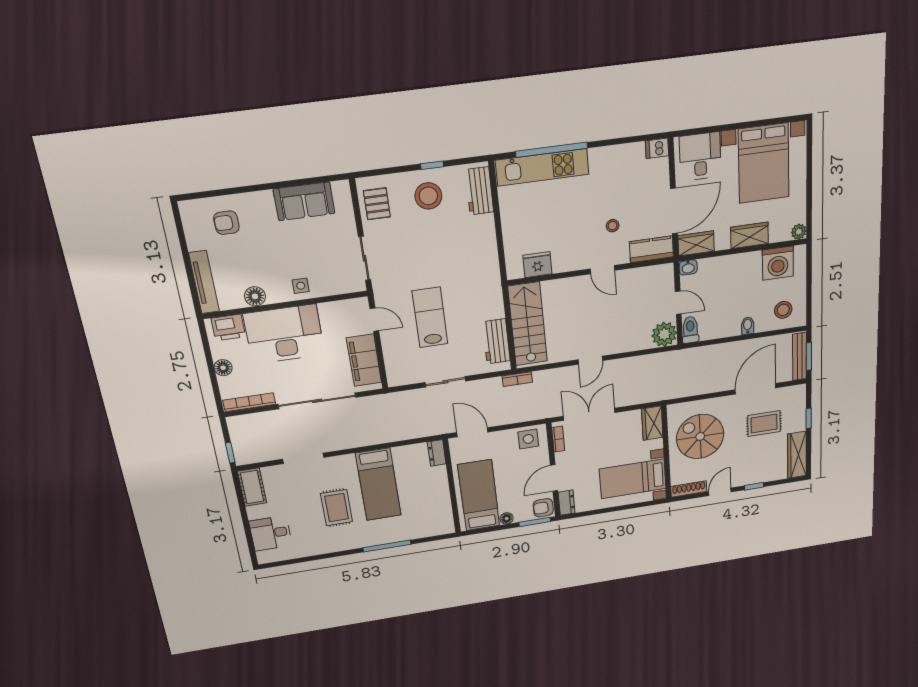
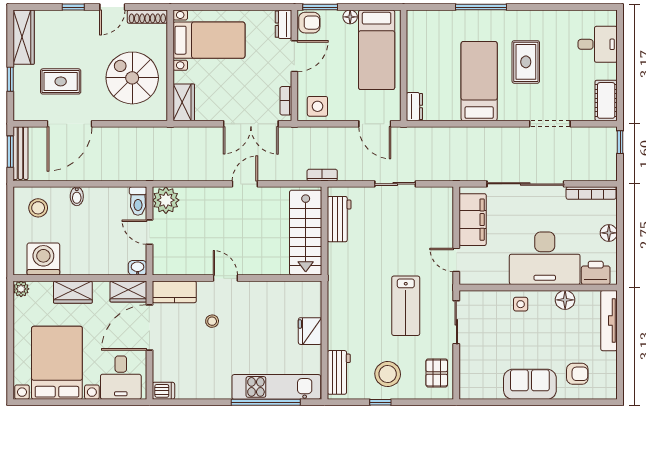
sofa: (304, 201) -> (530, 384), moved
fridge: (537, 265) -> (310, 331), moved, turned 90
lab bench: (430, 317) -> (406, 306), moved
spiral stairs: (700, 436) -> (132, 78), turned 180

